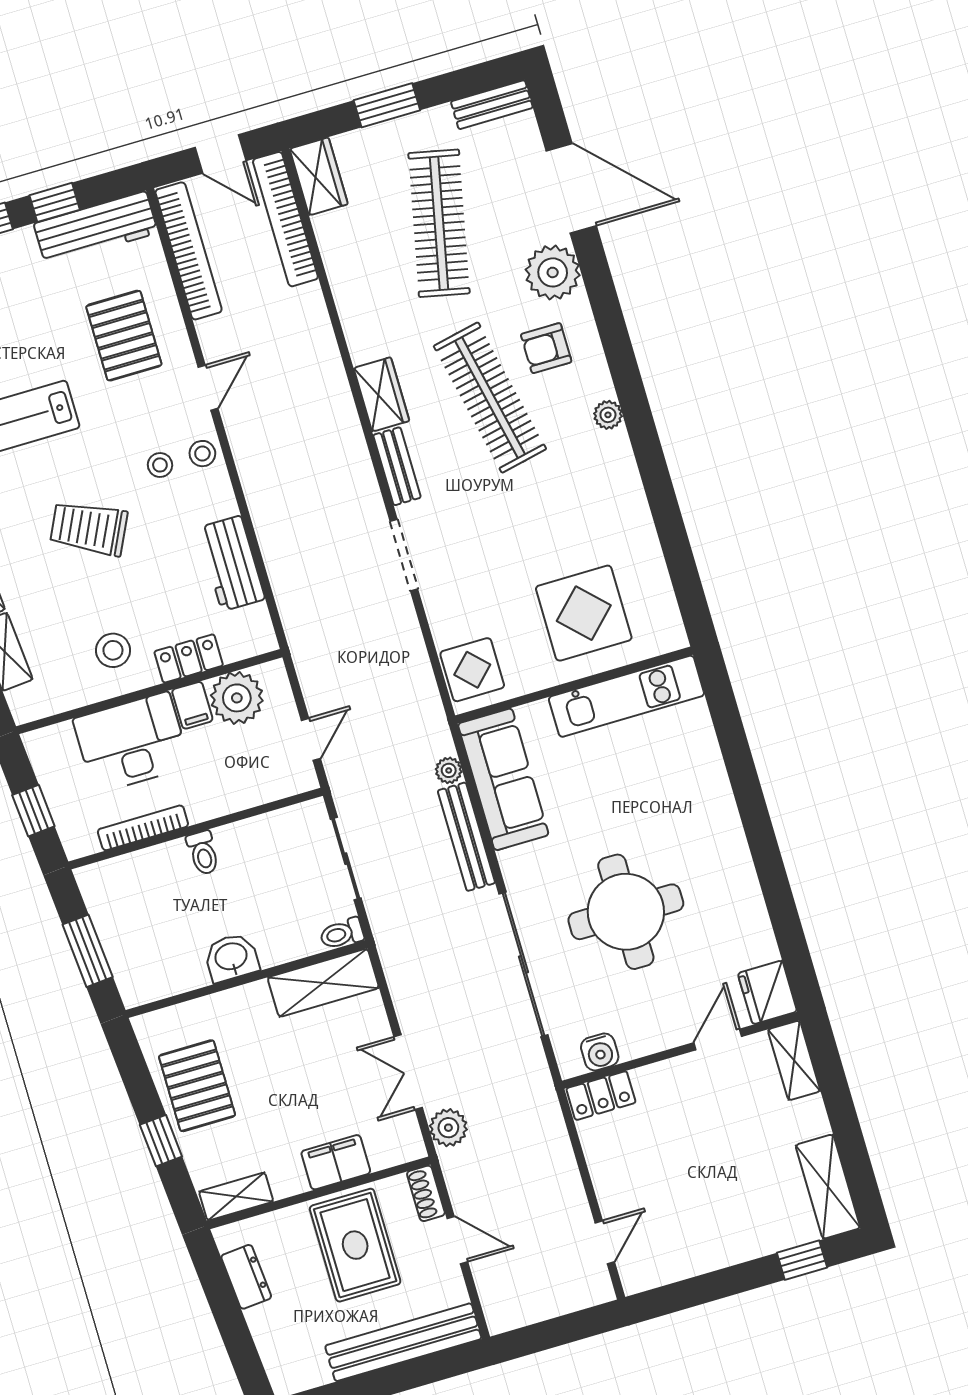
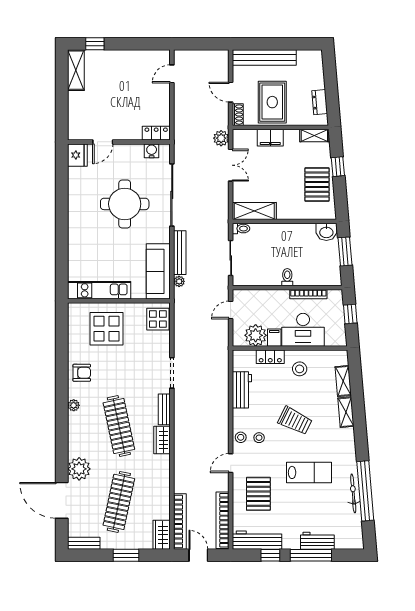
armchair: (546, 348) -> (82, 373), moved
washbasin: (231, 957) -> (326, 232), moved
shelving: (794, 1060) -> (75, 125), removed

